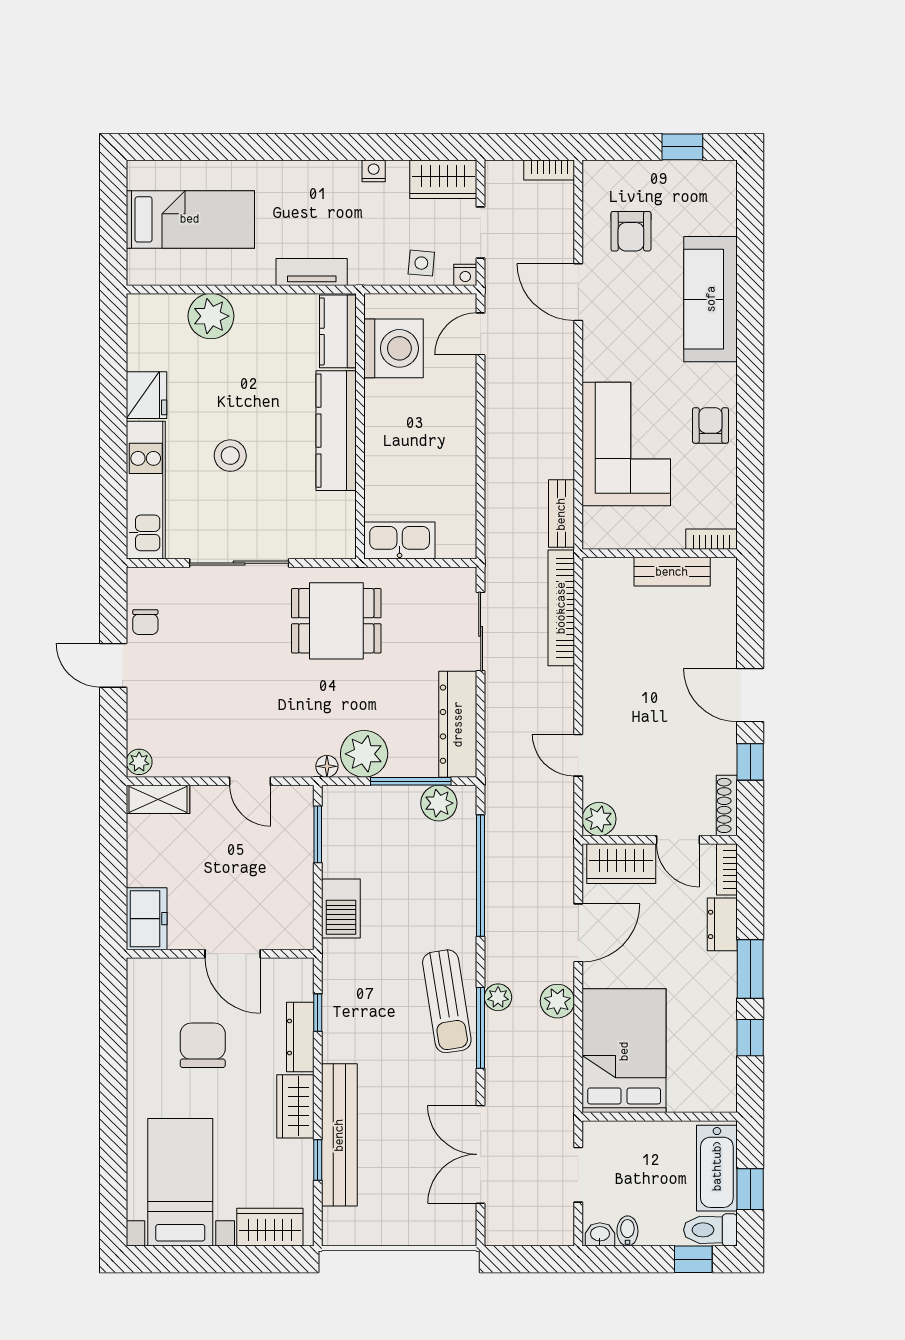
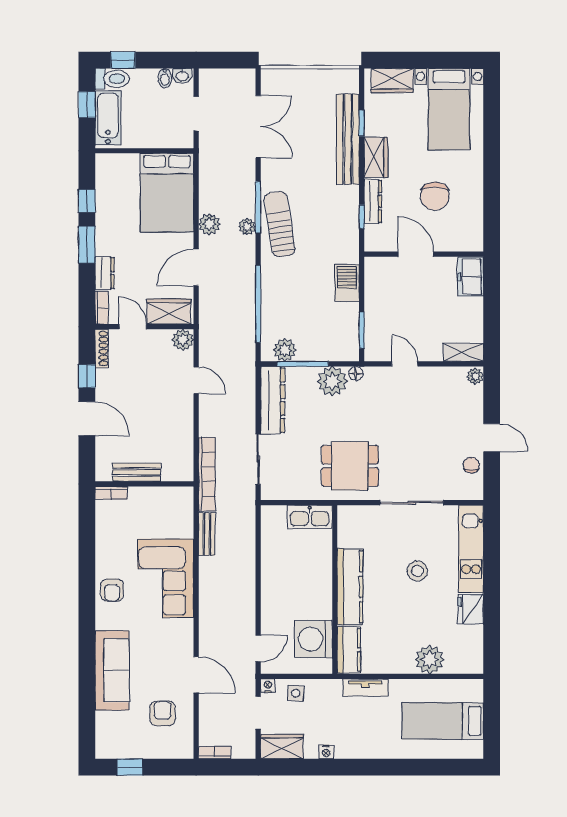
bookcase: (712, 539) -> (111, 493), moved
wall: (660, 553) -> (144, 484), moved
bench: (672, 572) -> (136, 472), moved

